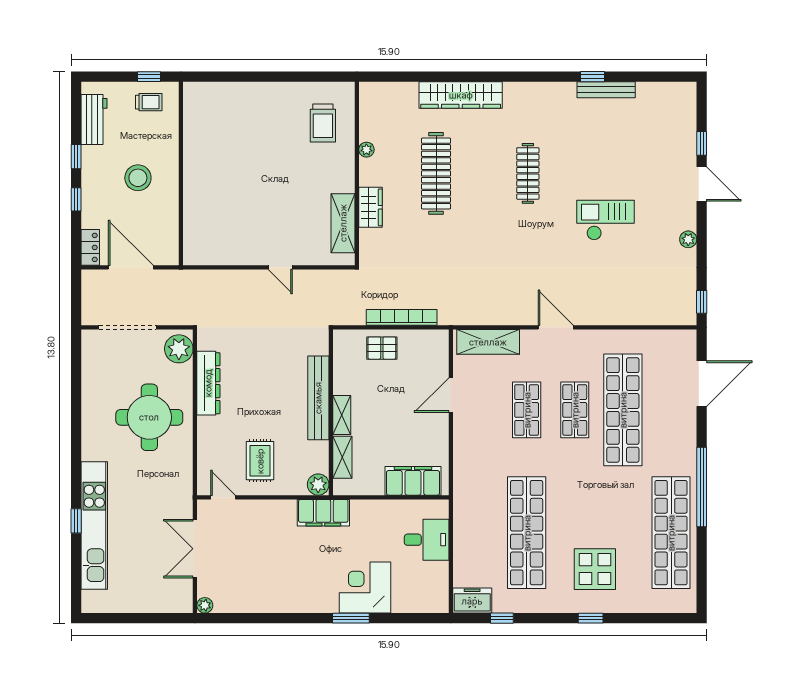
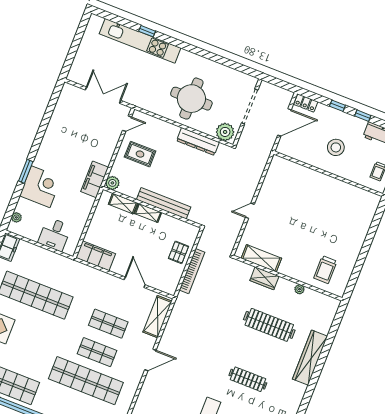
trolley: (323, 123) -> (325, 270), turned -90
filing cabinet: (413, 481) -> (96, 256), moved, turned -90
plant: (205, 605) -> (16, 217), moved

